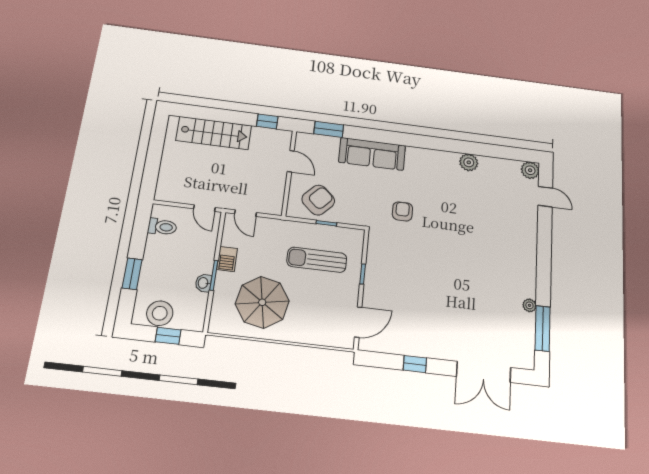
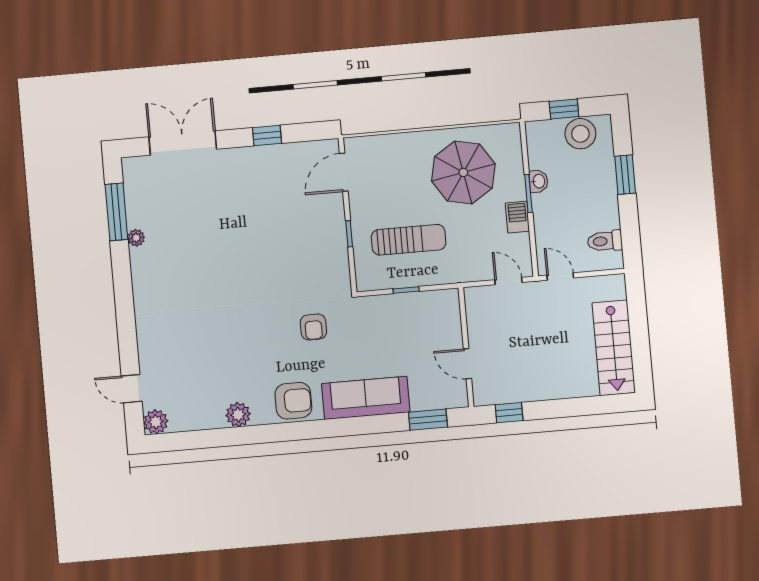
stairs: (214, 133) -> (614, 348), moved, turned -90
armchair: (318, 200) -> (293, 401), moved, turned -133

